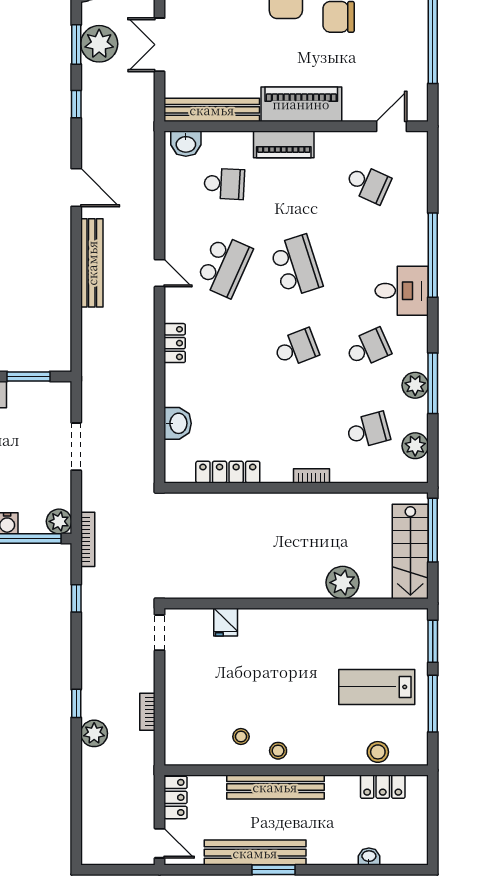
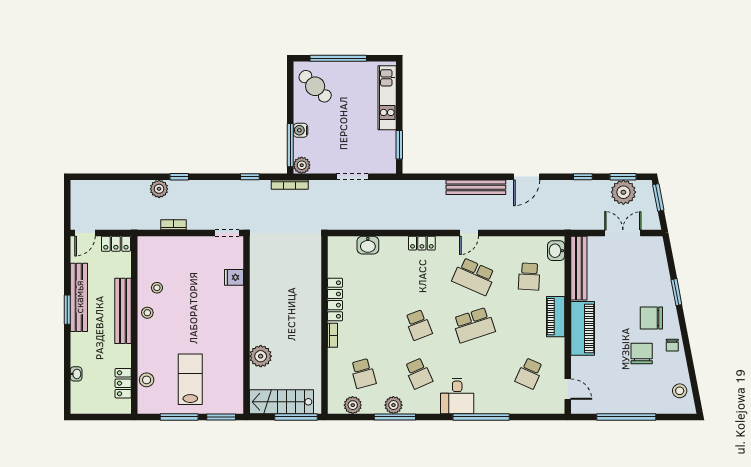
locker: (228, 472) -> (335, 300), moved

